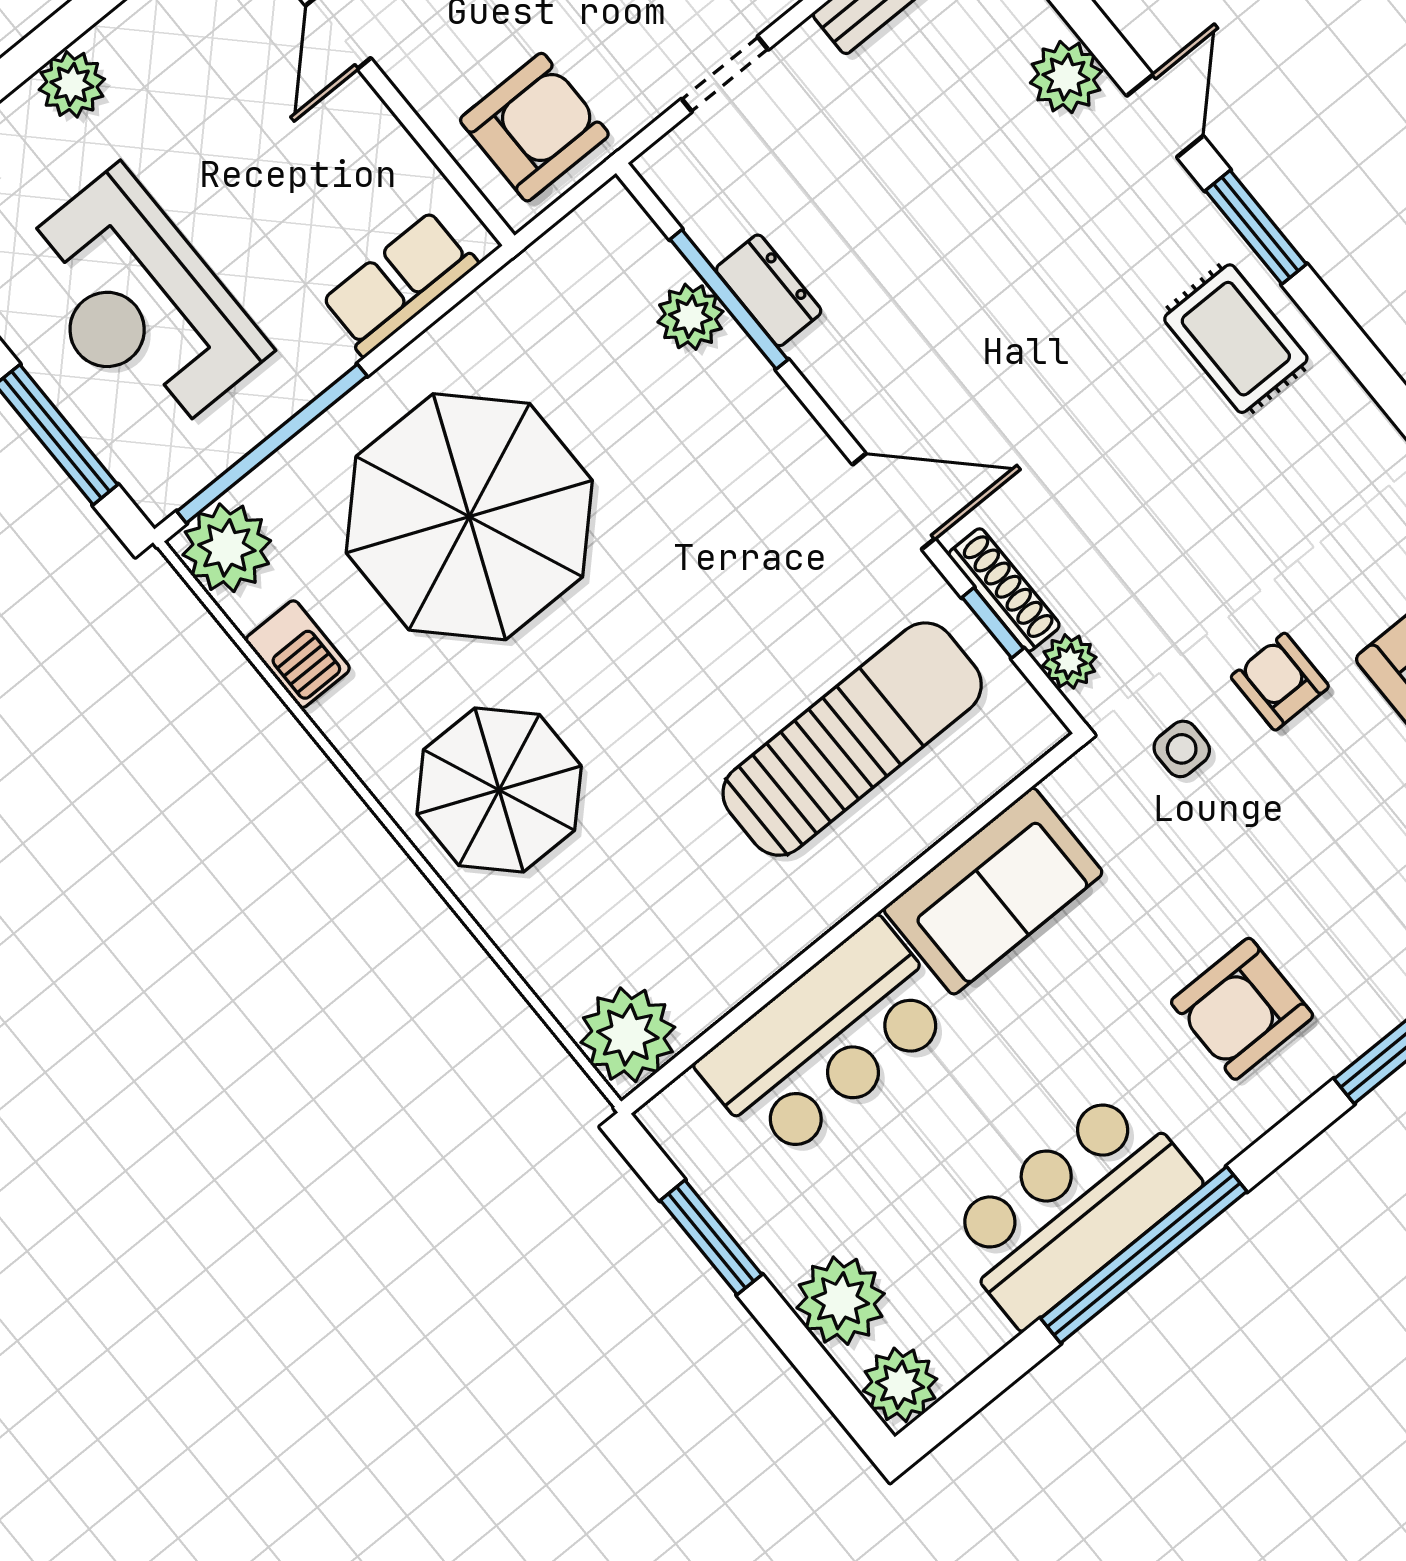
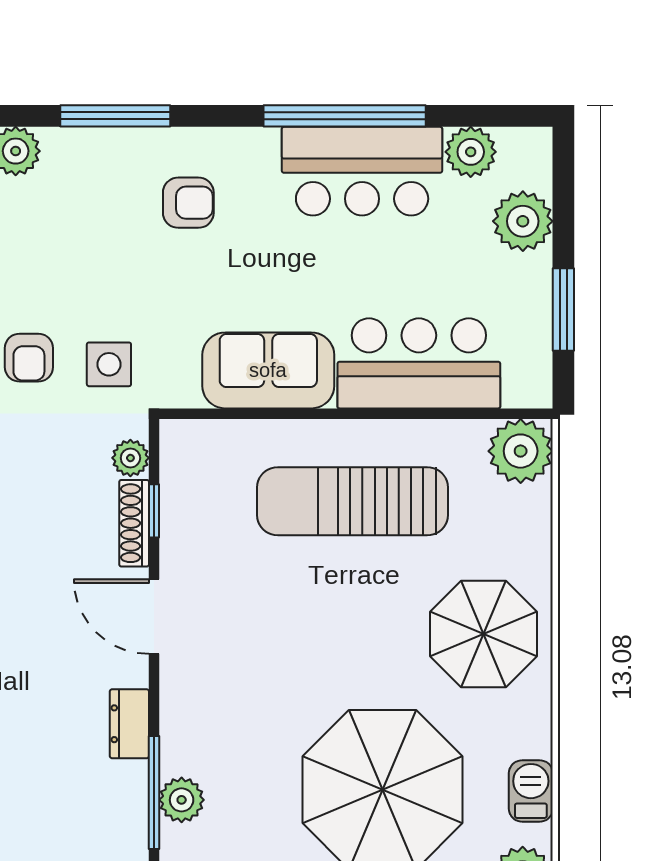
dresser: (769, 290) -> (129, 724), moved
sun lounger: (852, 739) -> (352, 501), moved
side table: (1182, 749) -> (109, 364), width x1.37, depth x1.37
armchair: (1242, 1009) -> (188, 203), width x0.72, depth x0.72
plant: (900, 1385) -> (471, 152), moved

